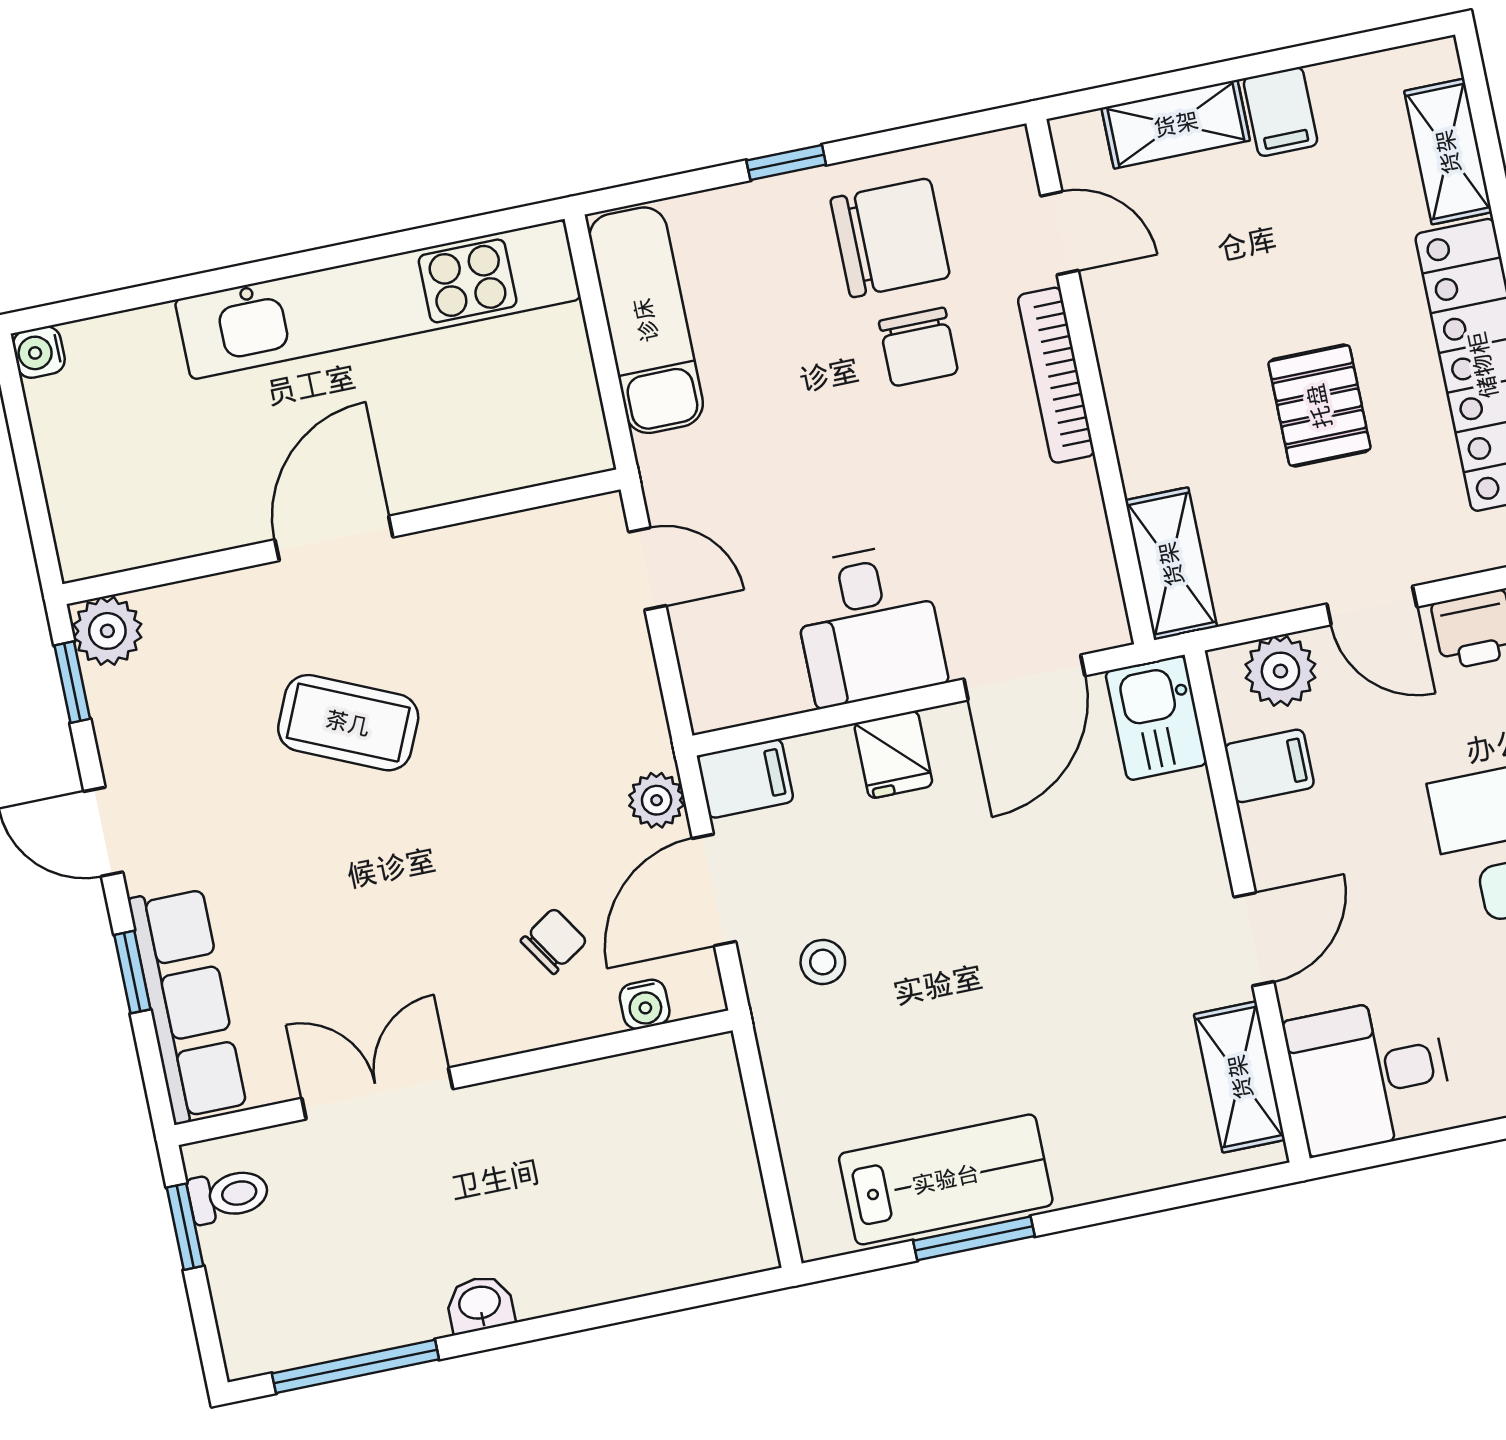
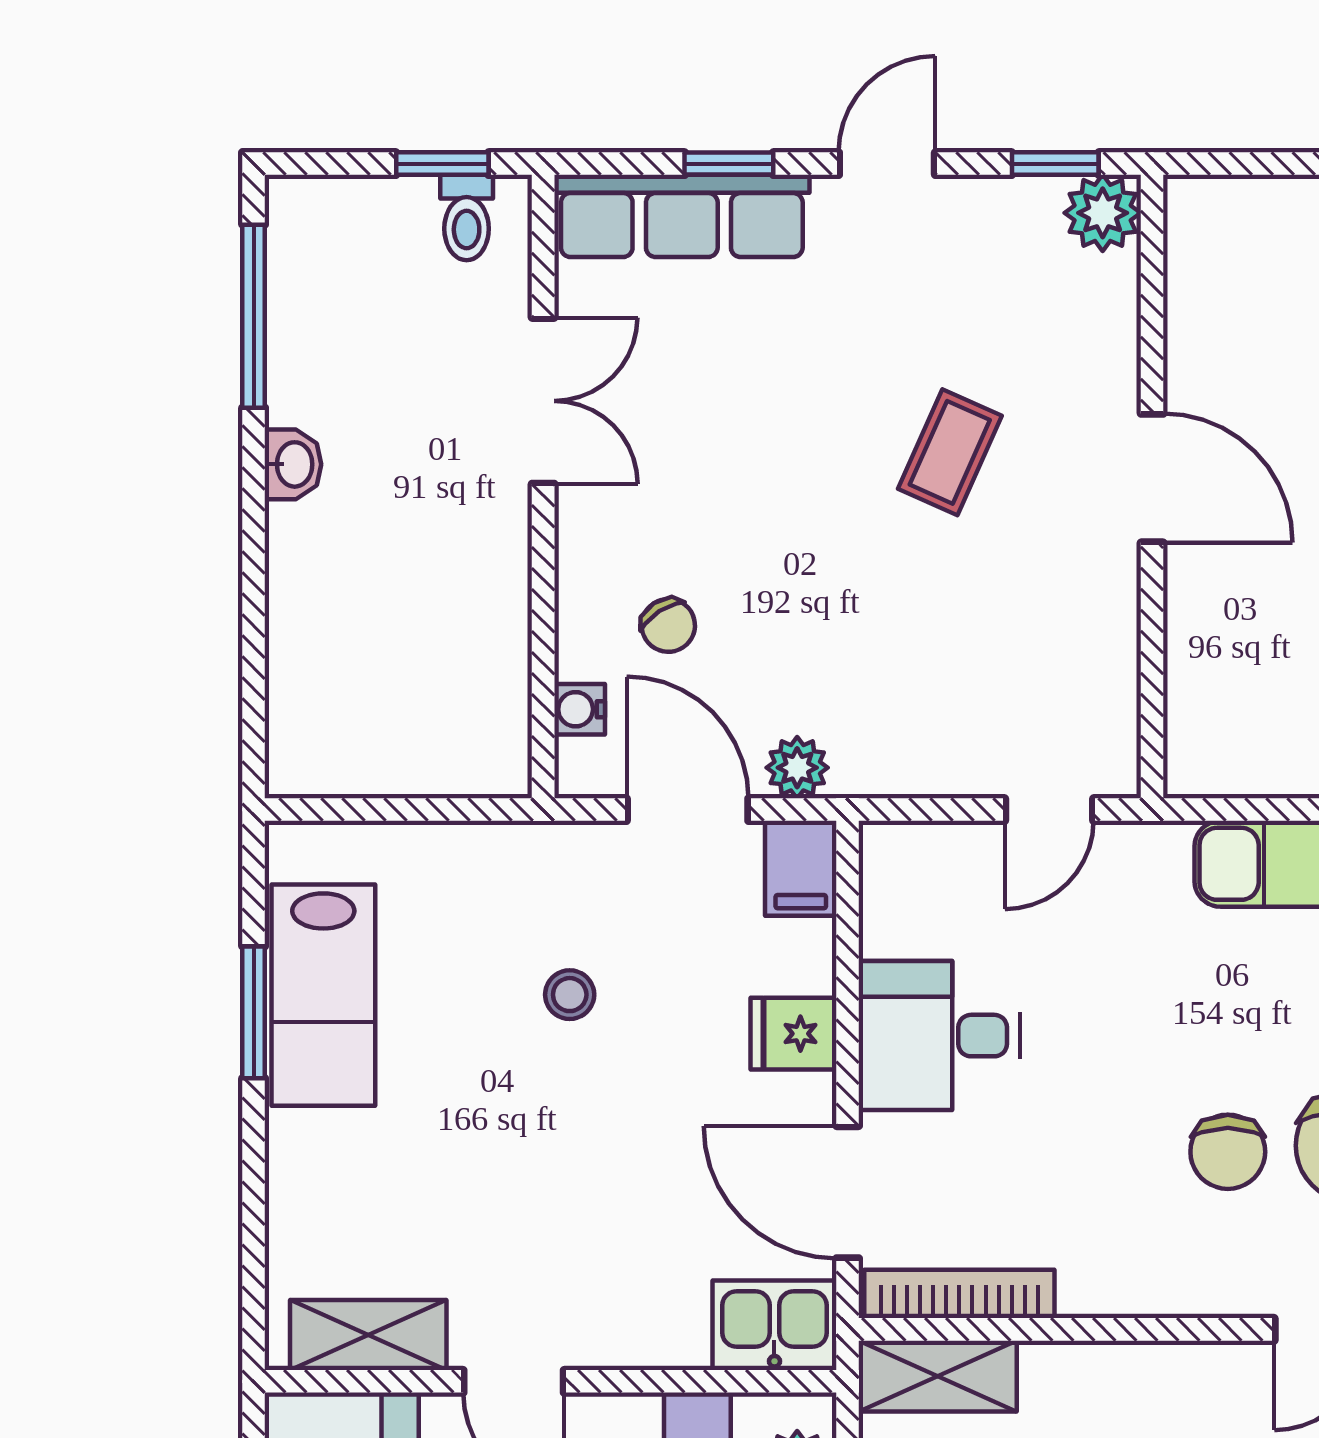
chair: (919, 347) -> (1228, 1152), turned -90
bookcase: (1056, 375) -> (959, 1294), moved
coffee table: (348, 723) -> (950, 452), width x0.73, depth x0.77
stool: (823, 962) -> (570, 995), moved

